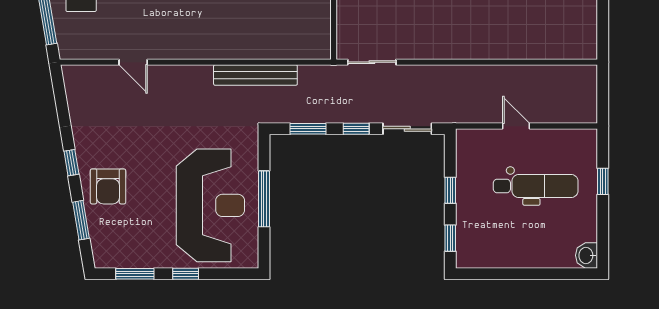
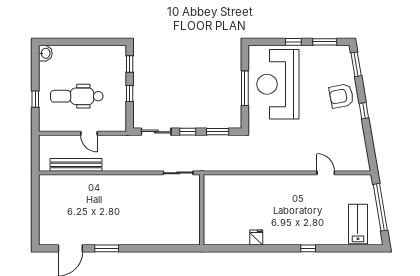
bench: (255, 75) -> (76, 165), moved
armchair: (108, 186) -> (341, 96), turned -101
window: (81, 220) -> (356, 64), moved

